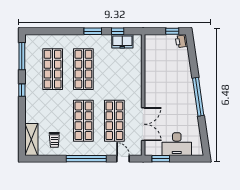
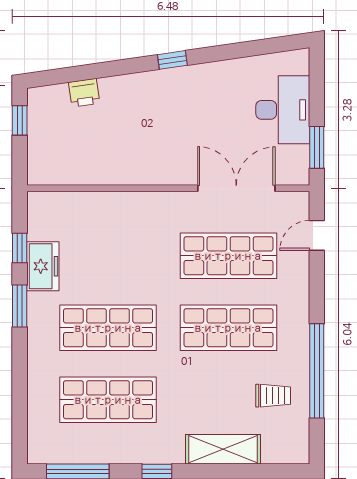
freezer: (122, 41) -> (43, 266), moved
printer: (182, 41) -> (84, 93), moved
window: (198, 97) -> (172, 60), width x0.32
shelving: (31, 139) -> (223, 449), moved
window: (86, 159) -> (317, 371), moved

